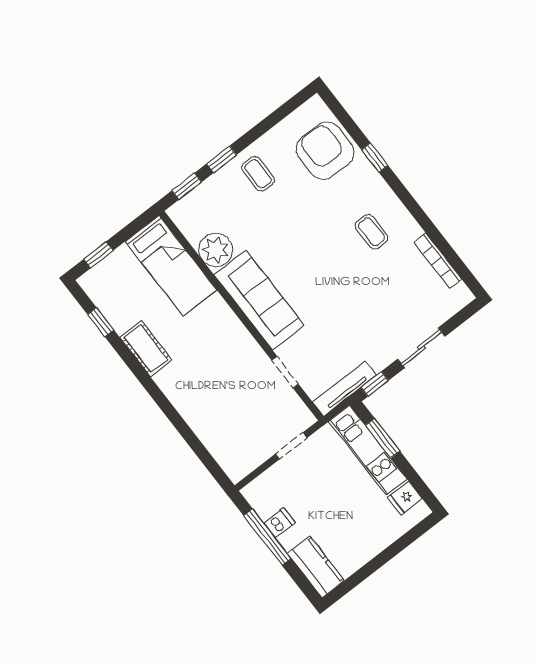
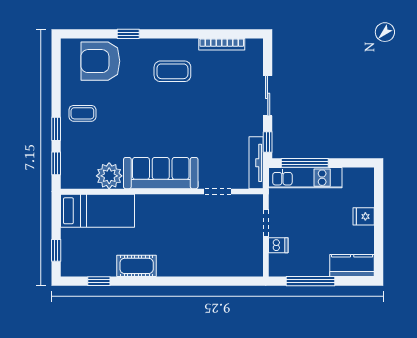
coffee table: (371, 232) -> (172, 71), width x1.36, depth x1.30
window: (383, 438) -> (305, 163), width x1.44
fridge: (405, 498) -> (364, 216), moved, turned 90
dishwasher: (279, 523) -> (278, 245), moved, turned 90

